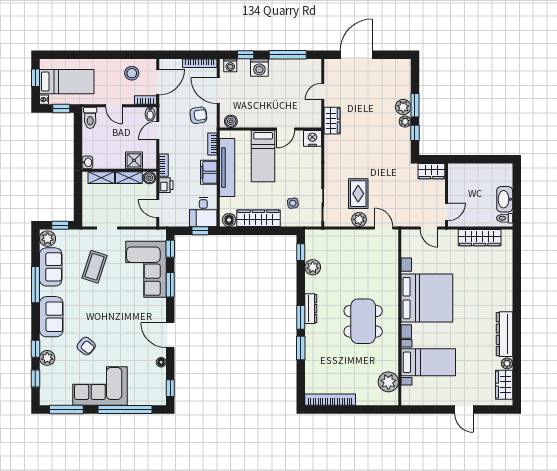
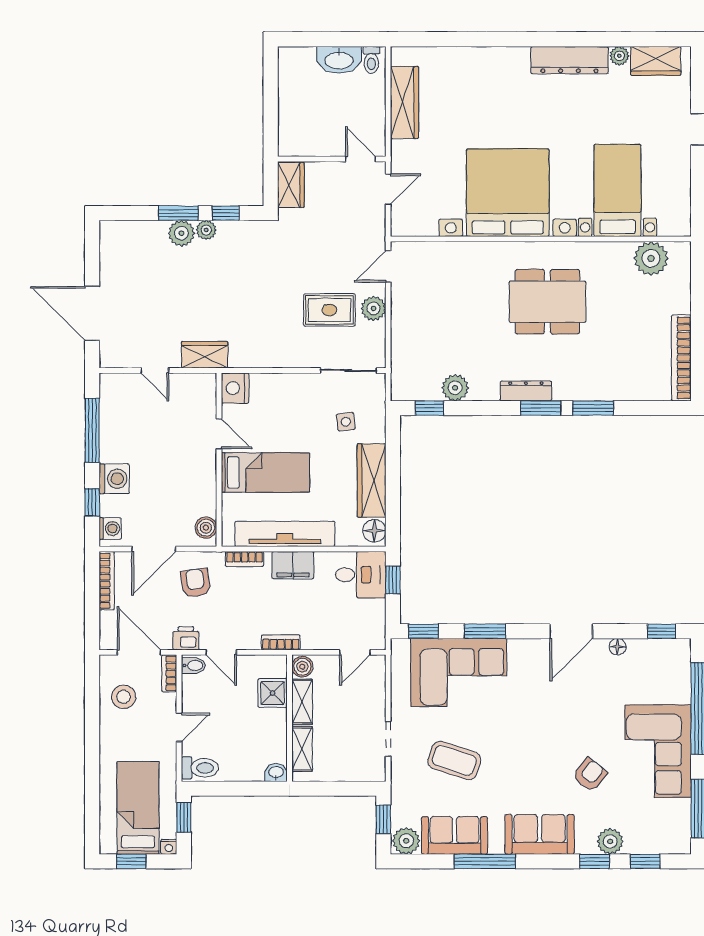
printer: (166, 185) -> (186, 638), moved

